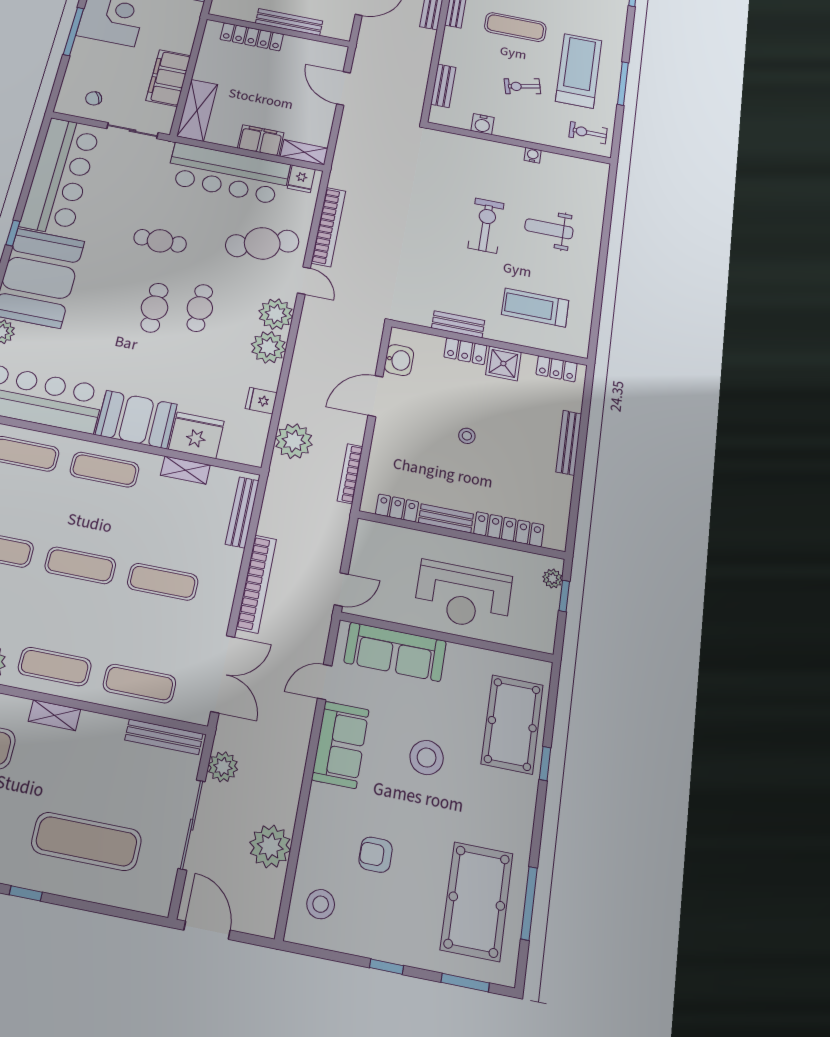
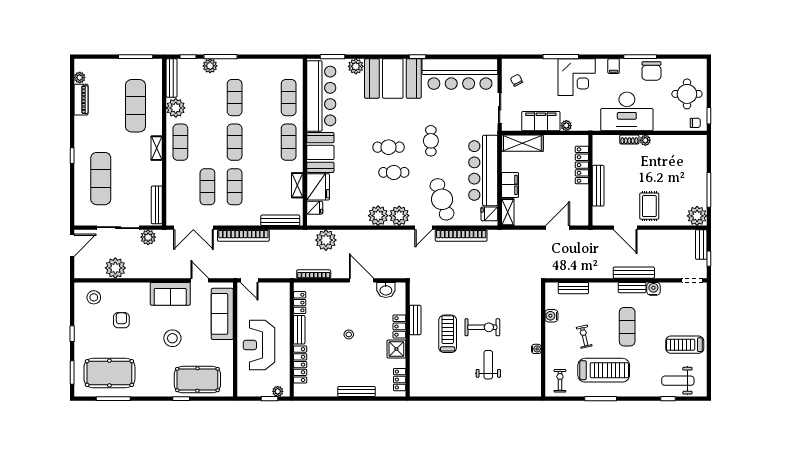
plant: (184, 45) -> (566, 126), added
treadmill: (535, 308) -> (448, 334), moved
fridge: (261, 401) -> (315, 208), moved, turned 90
exercise mat: (139, 684) -> (207, 187), moved

